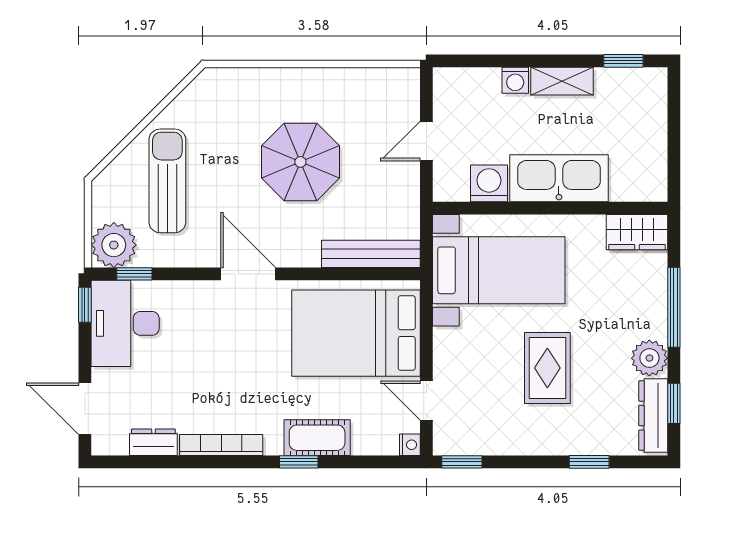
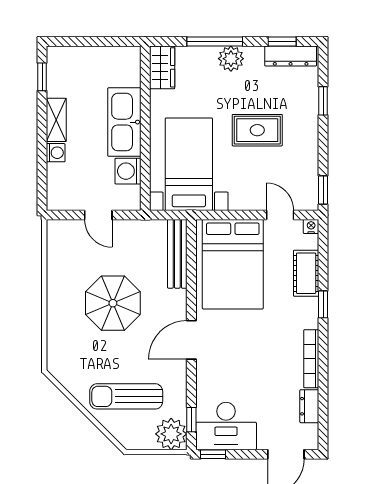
plant: (649, 358) -> (231, 59), moved
door: (426, 400) -> (280, 215), swing flipped
cot: (317, 438) -> (306, 273), moved

